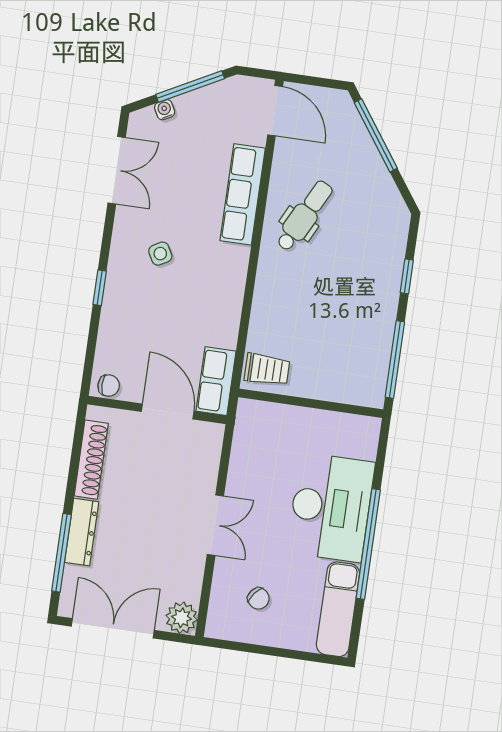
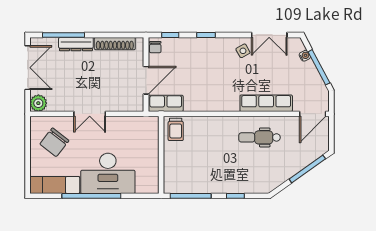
dental chair: (304, 216) -> (260, 137), turned 153
side table: (160, 254) -> (243, 51), moved
window: (90, 354) -> (170, 35), added
chair: (258, 598) -> (54, 142), width x1.87, depth x1.87

